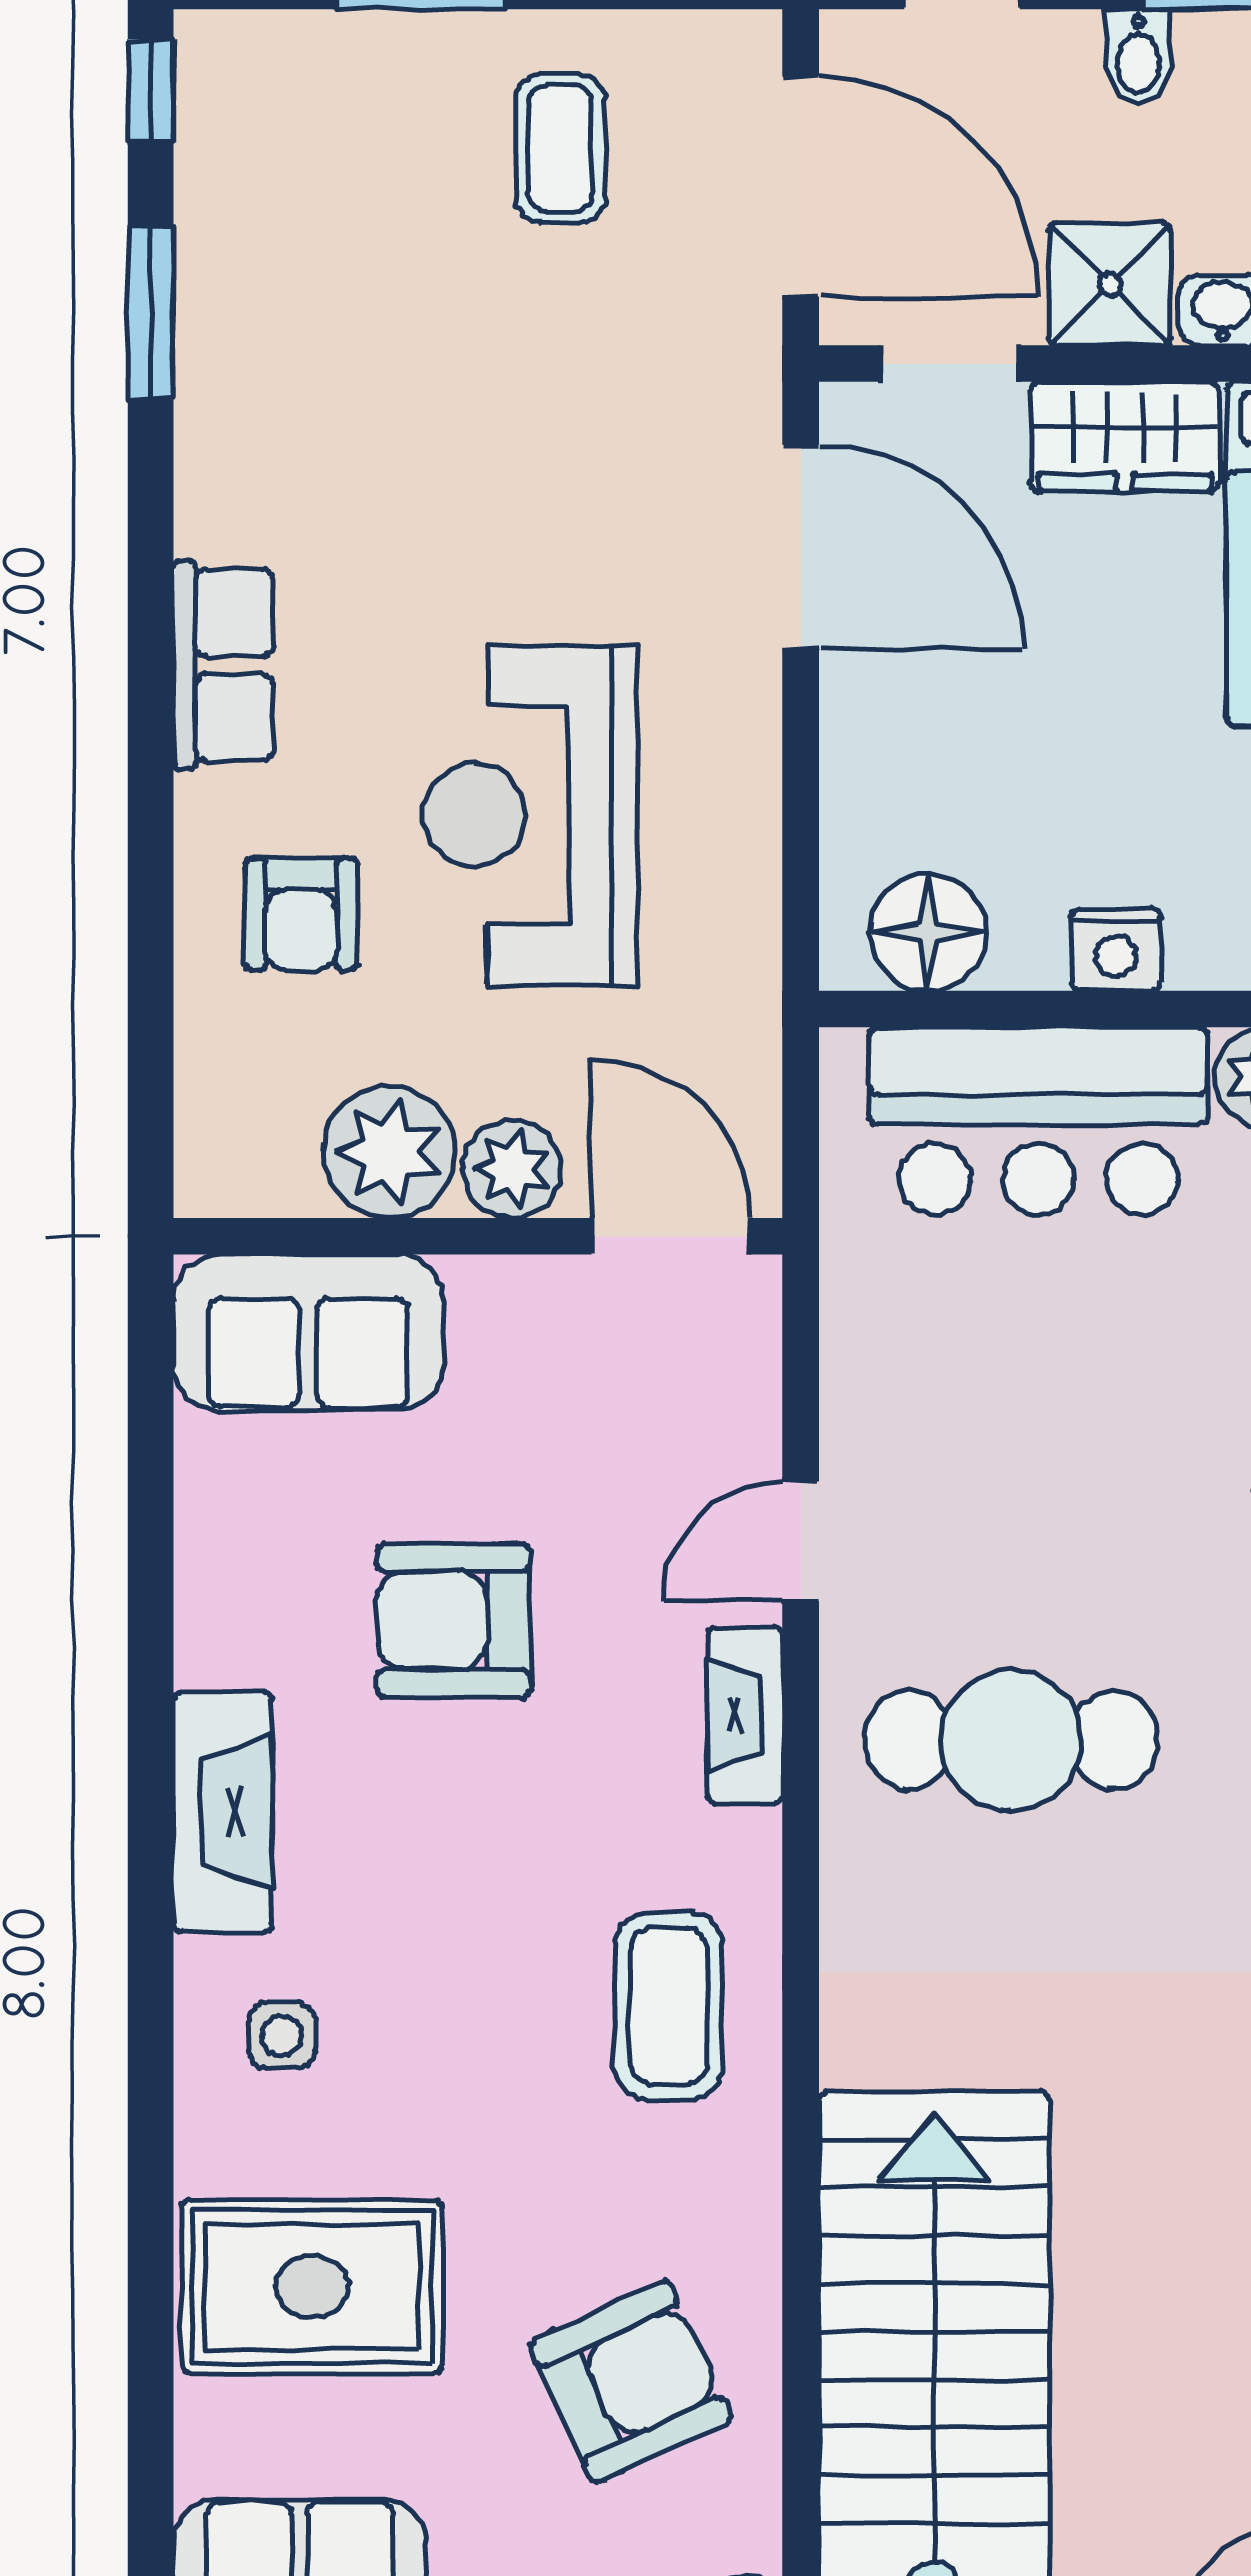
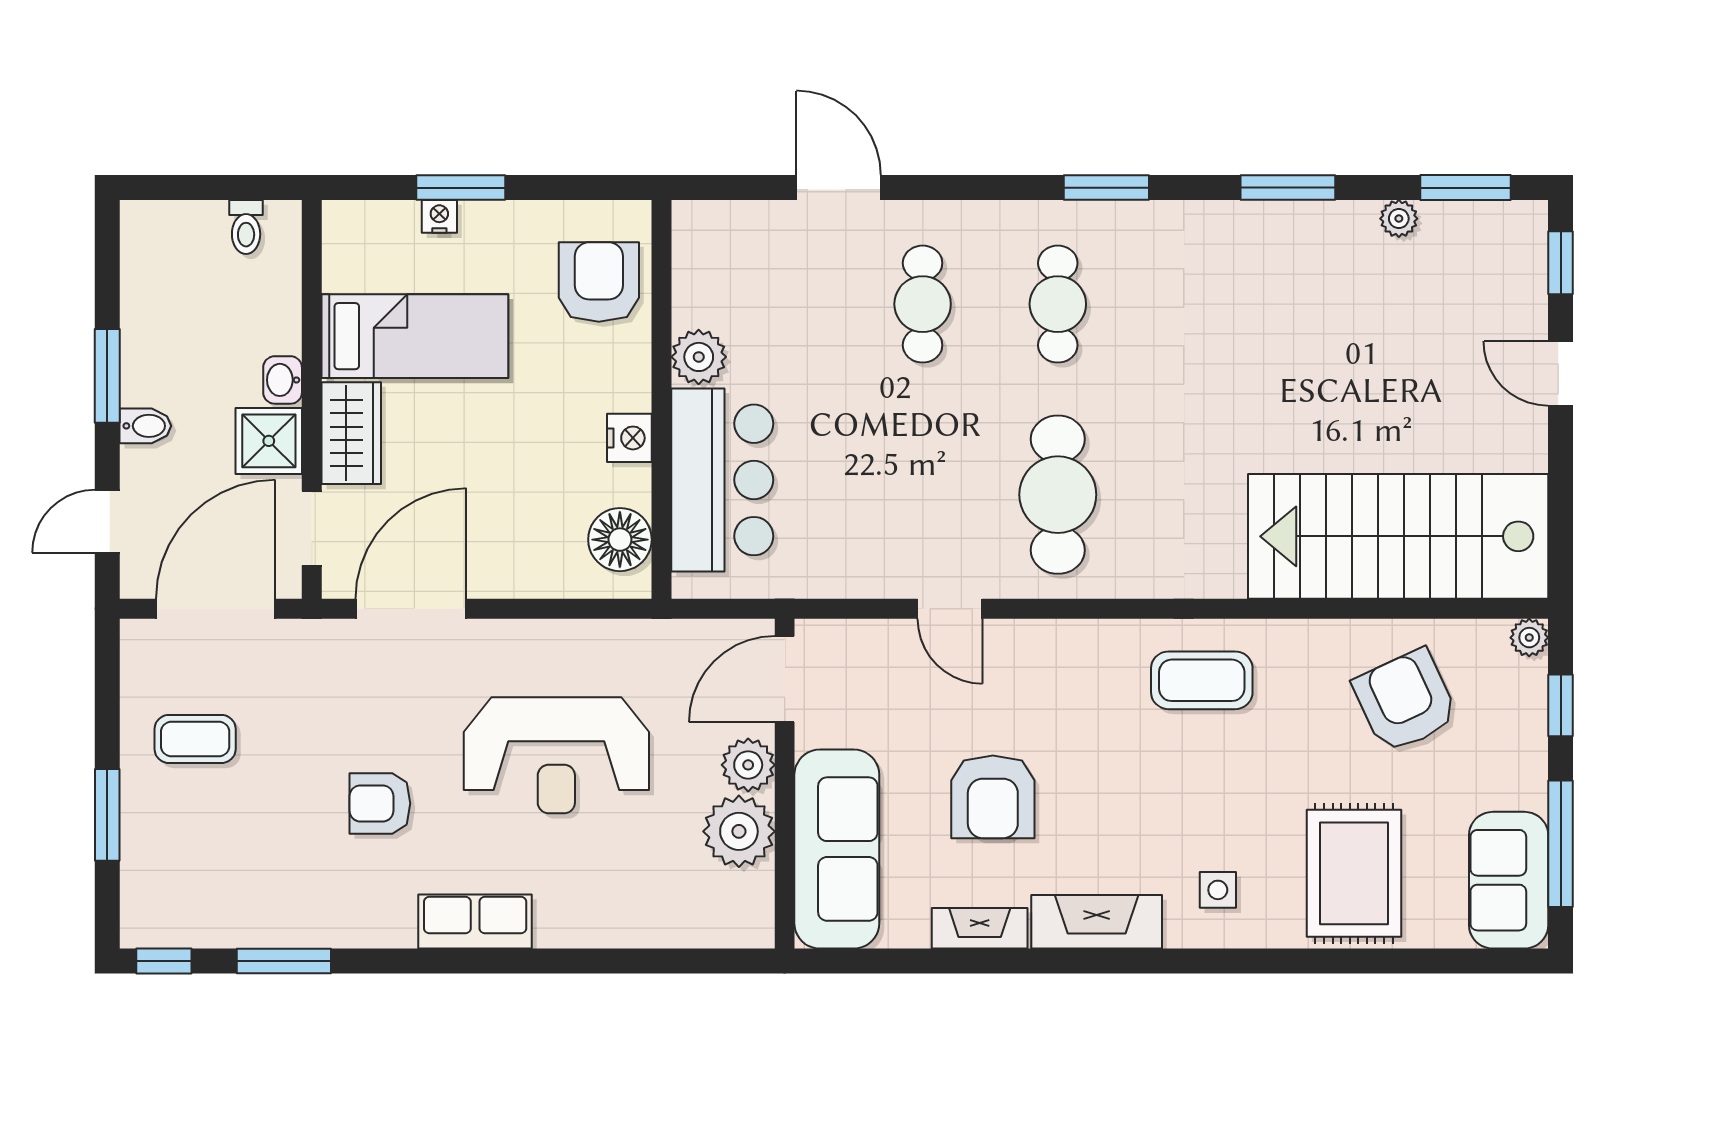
armchair: (301, 914) -> (380, 803), moved, turned 180
sofa: (308, 1332) -> (837, 849), width x1.36
fireplace: (745, 1715) -> (980, 928), moved, turned 180

